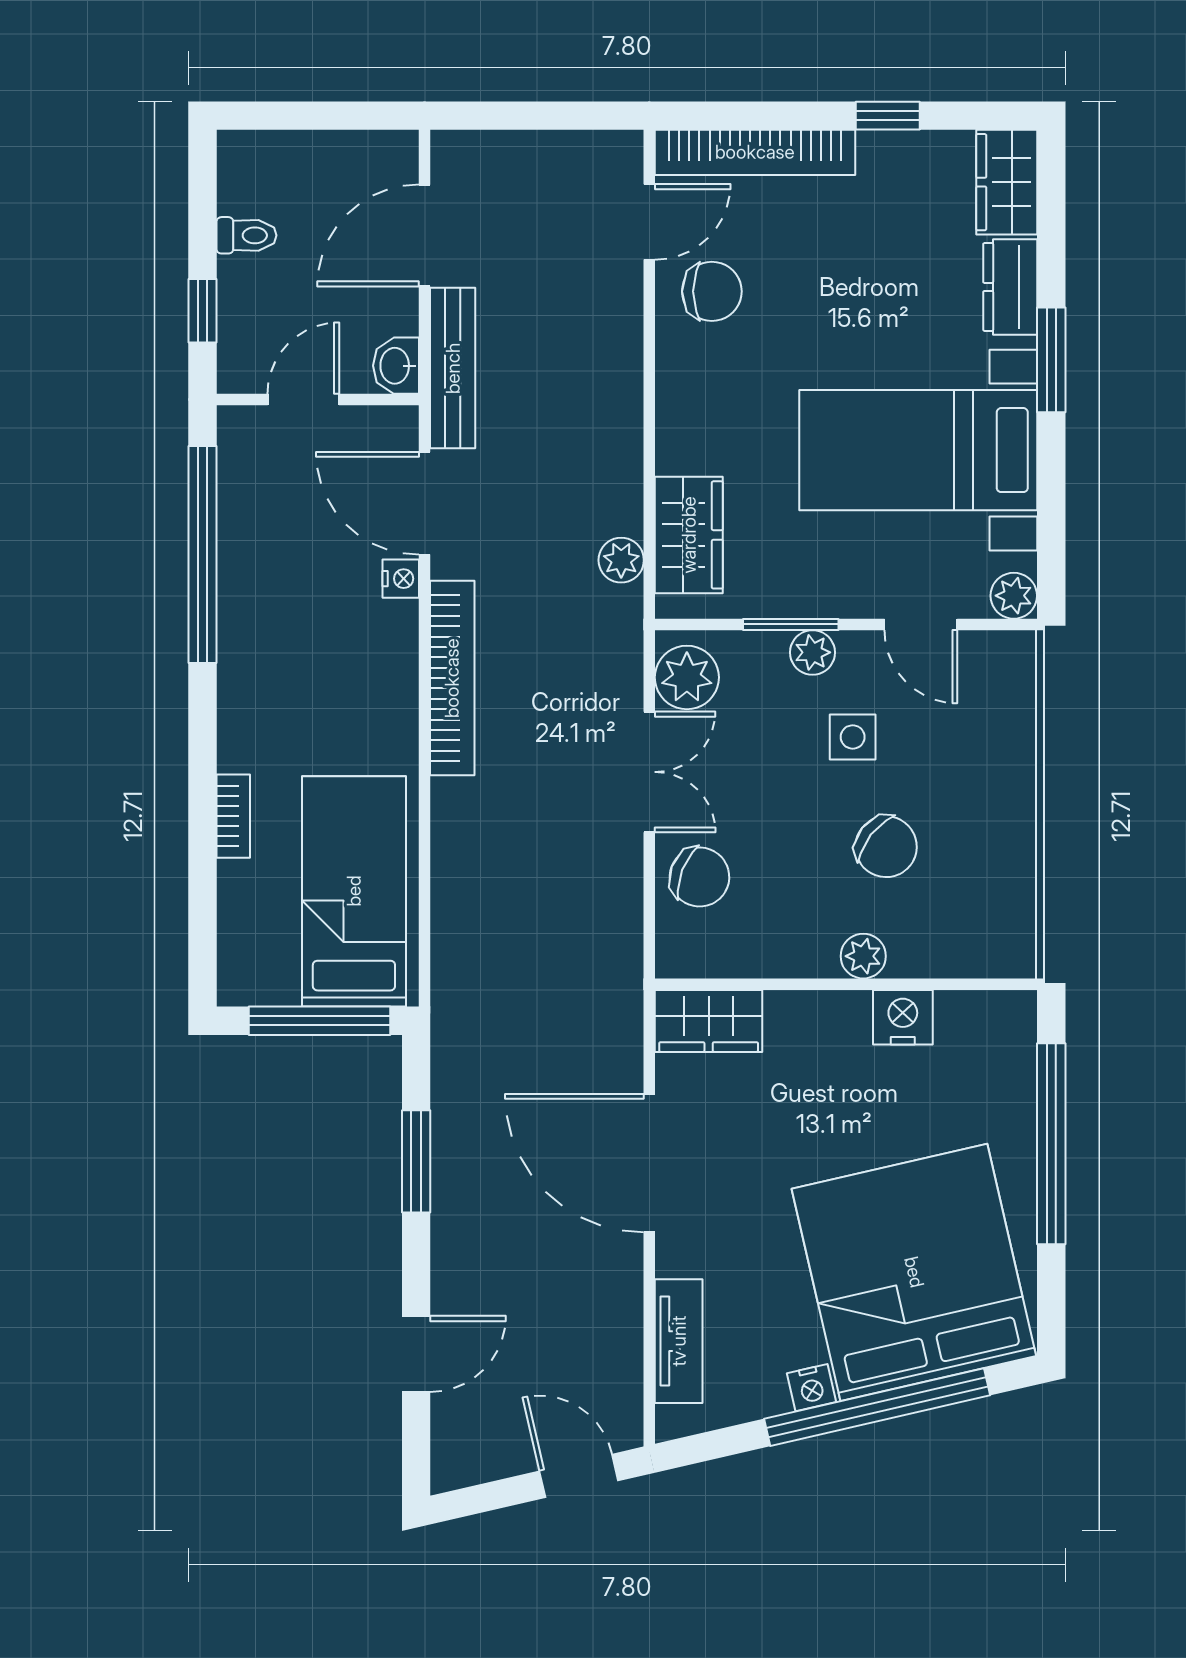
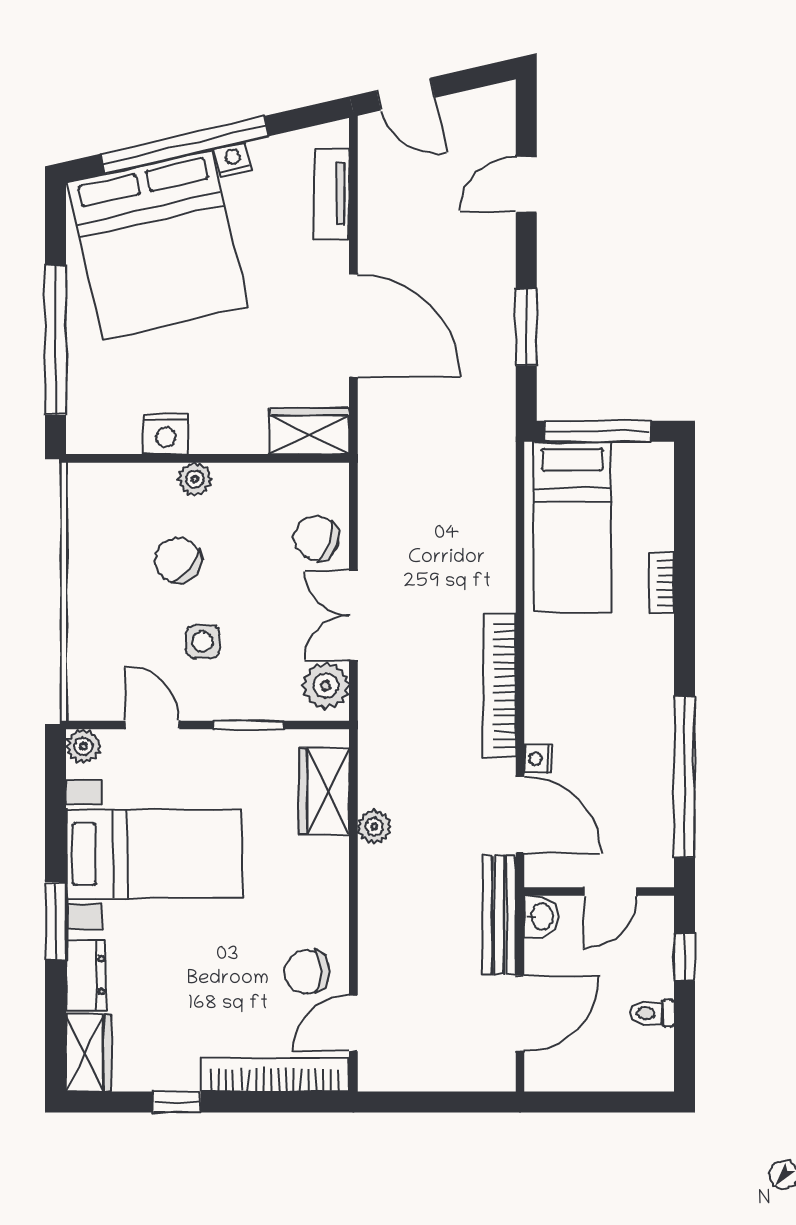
plant: (621, 560) -> (374, 827), moved
plant: (813, 652) -> (232, 704), removed

